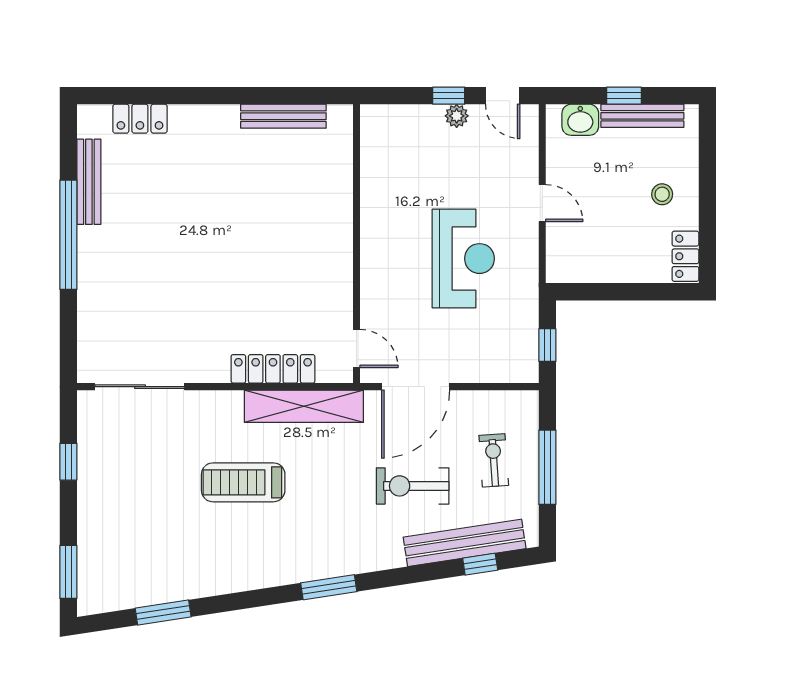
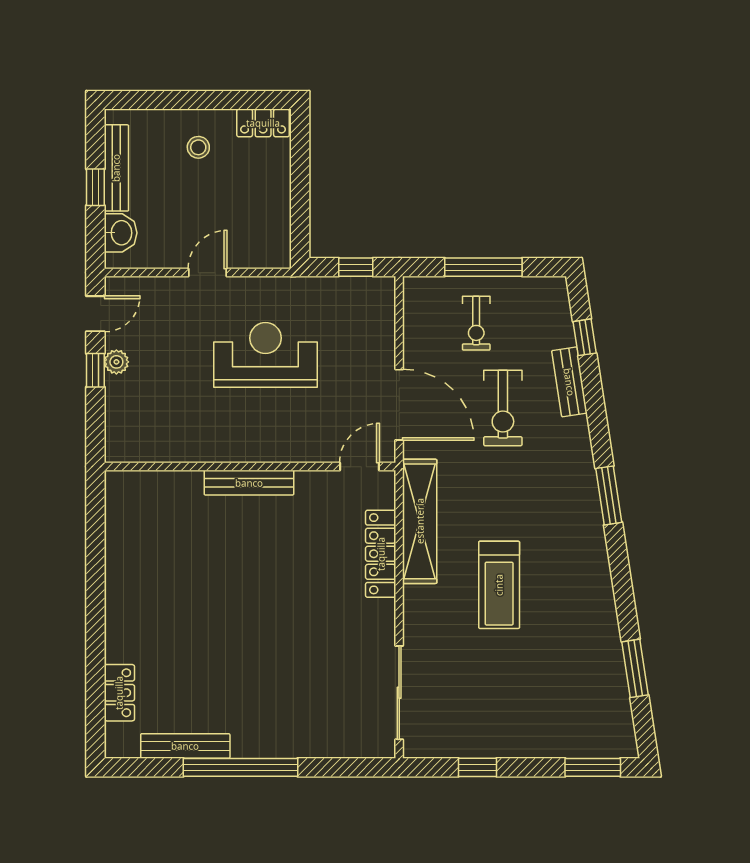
bench: (283, 116) -> (249, 483), moved, turned 90
exercise bike: (494, 460) -> (476, 323), turned -86
bench: (465, 543) -> (569, 382), width x0.54, depth x0.82

